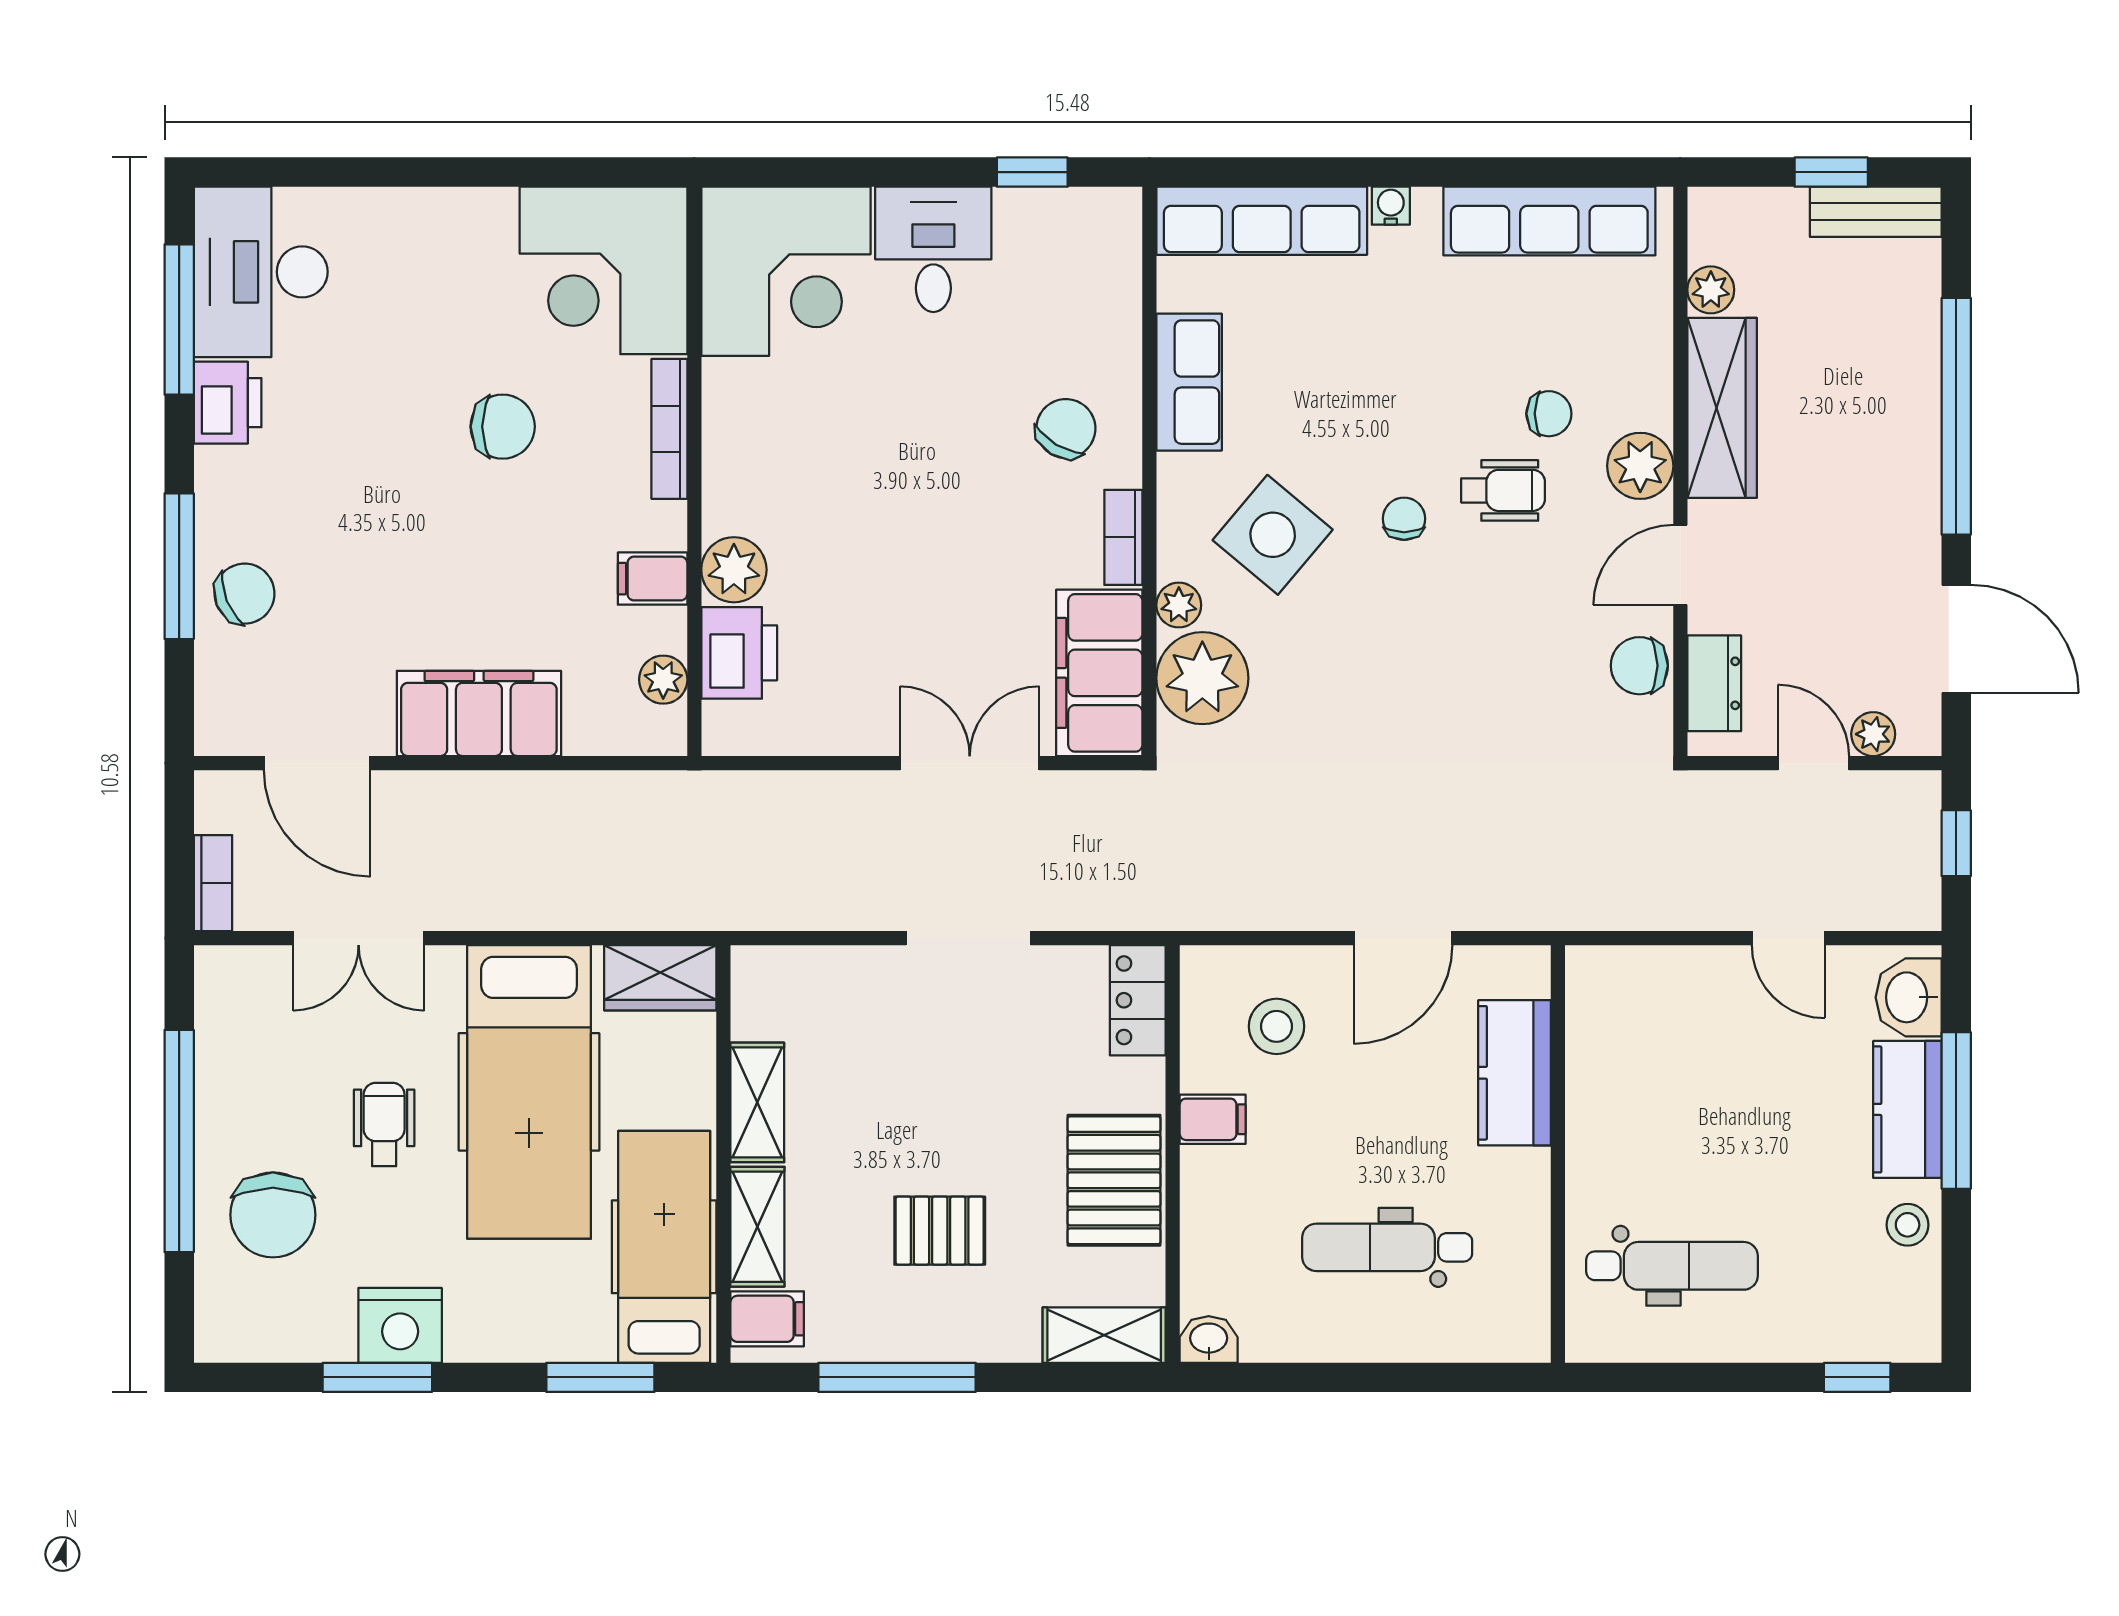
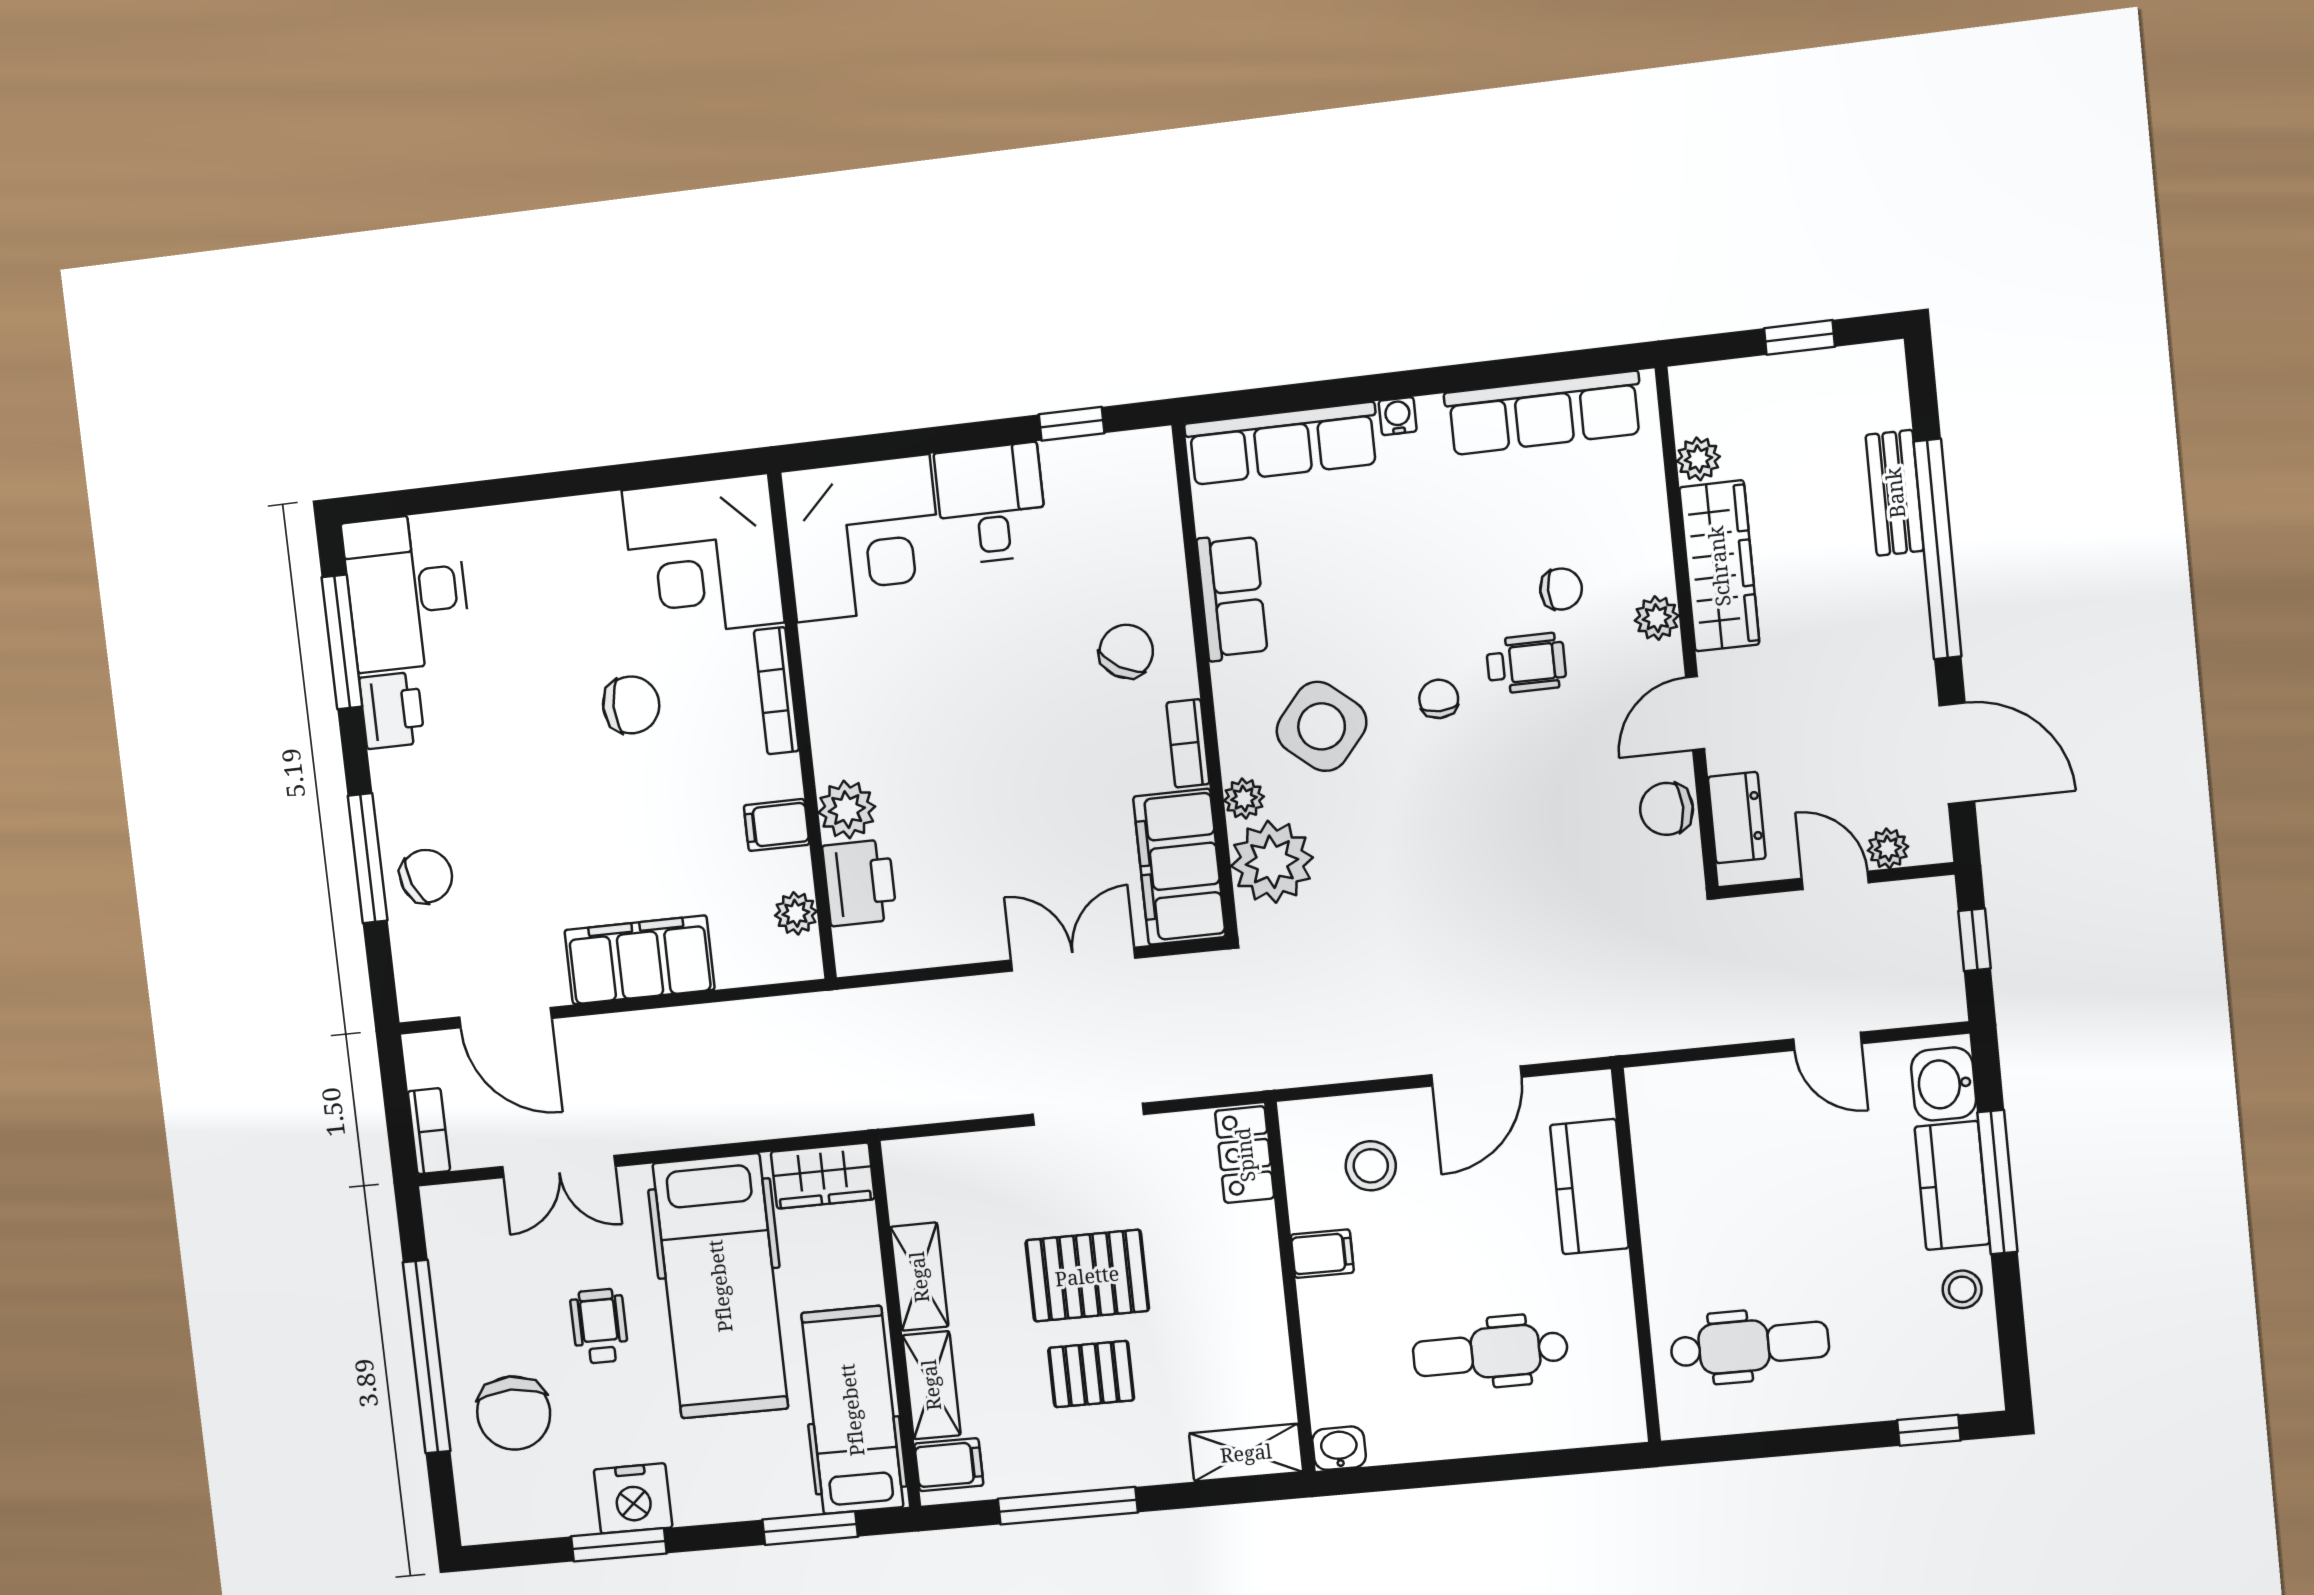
bench: (1876, 212) -> (1895, 493), moved, turned 90
plant: (1640, 466) -> (1657, 618), width x0.73, depth x0.73
pallet: (1114, 1180) -> (1087, 1276), moved, turned 90

